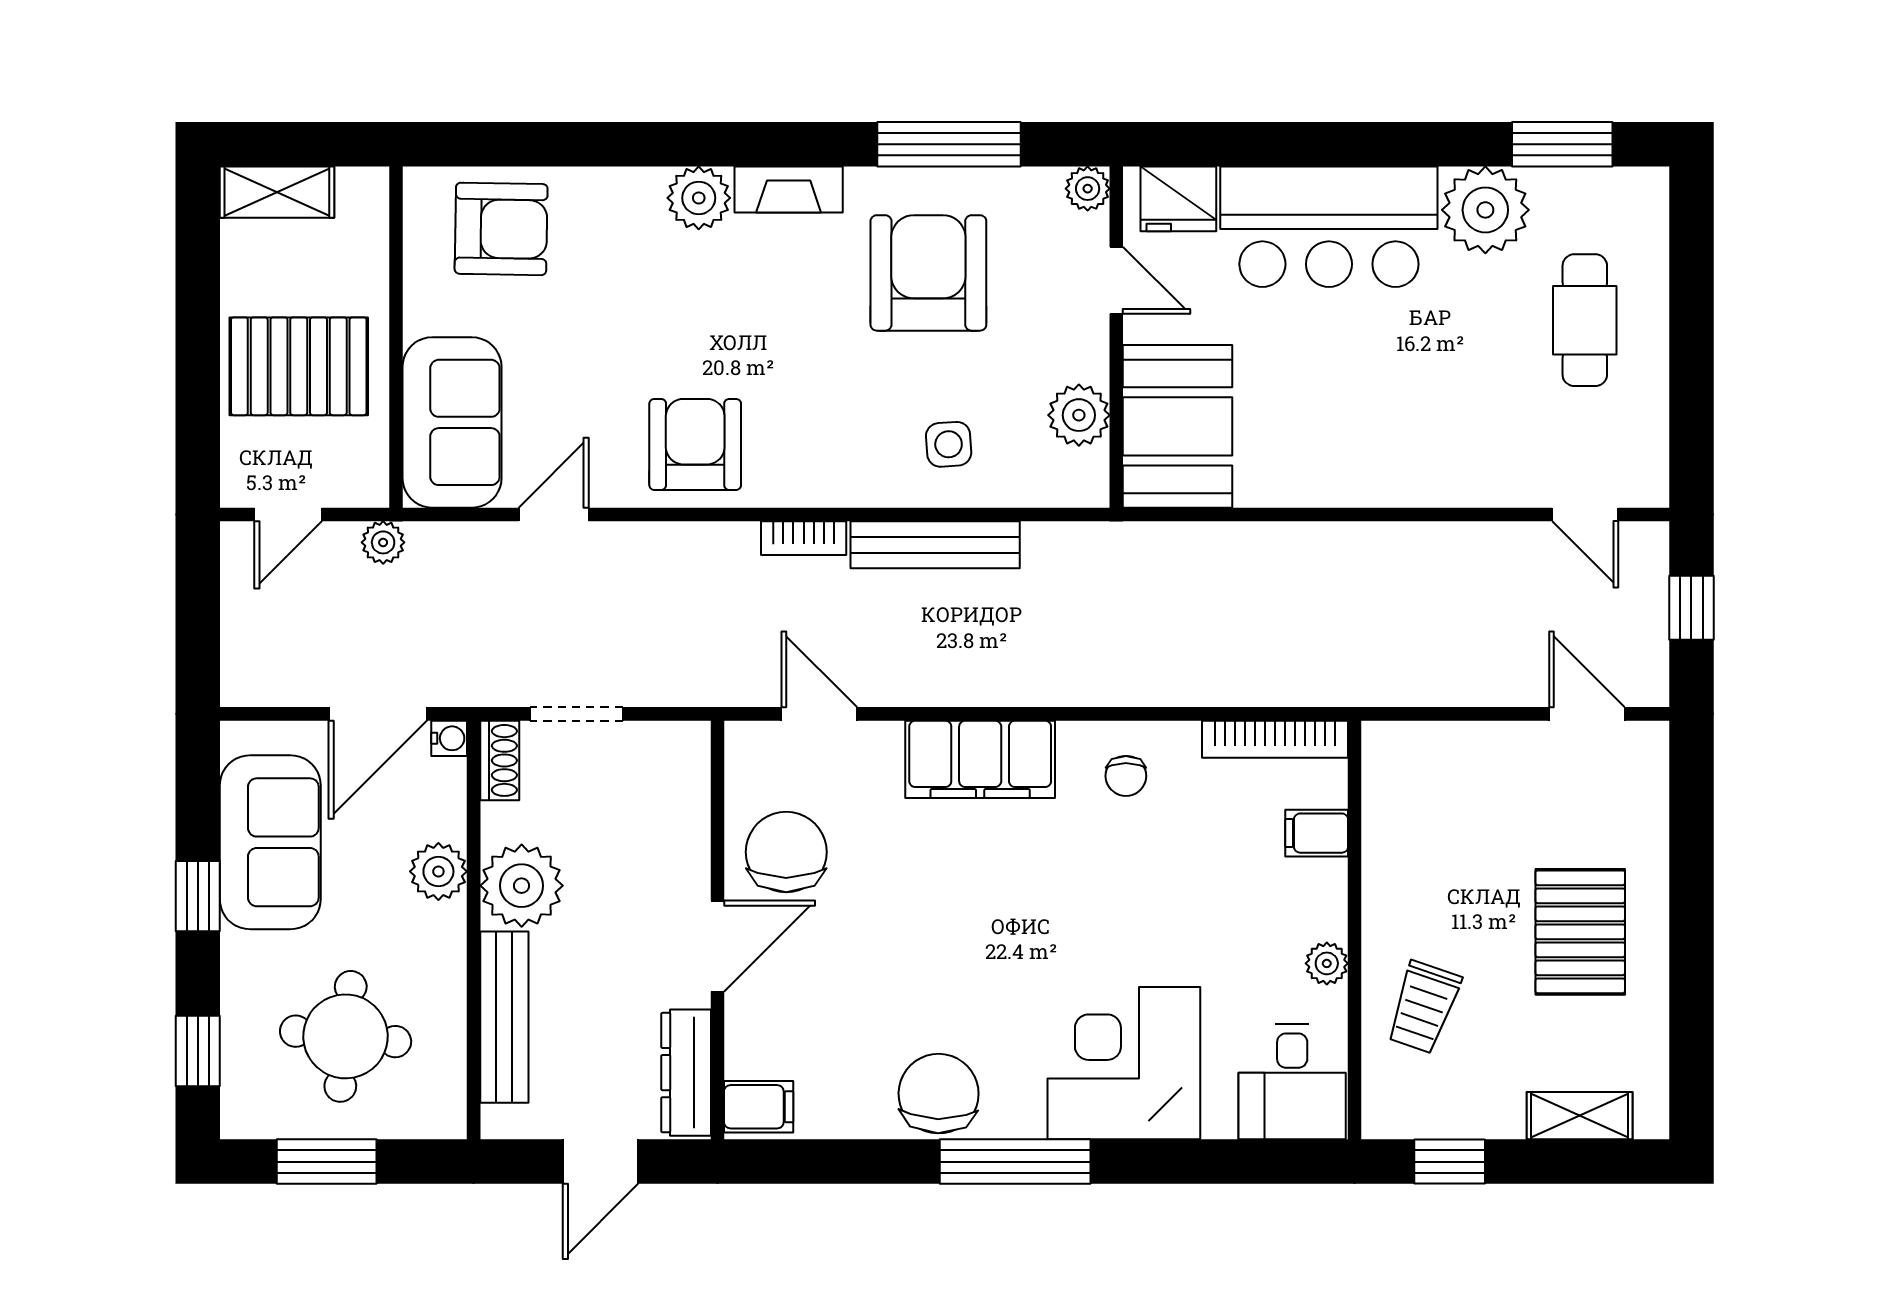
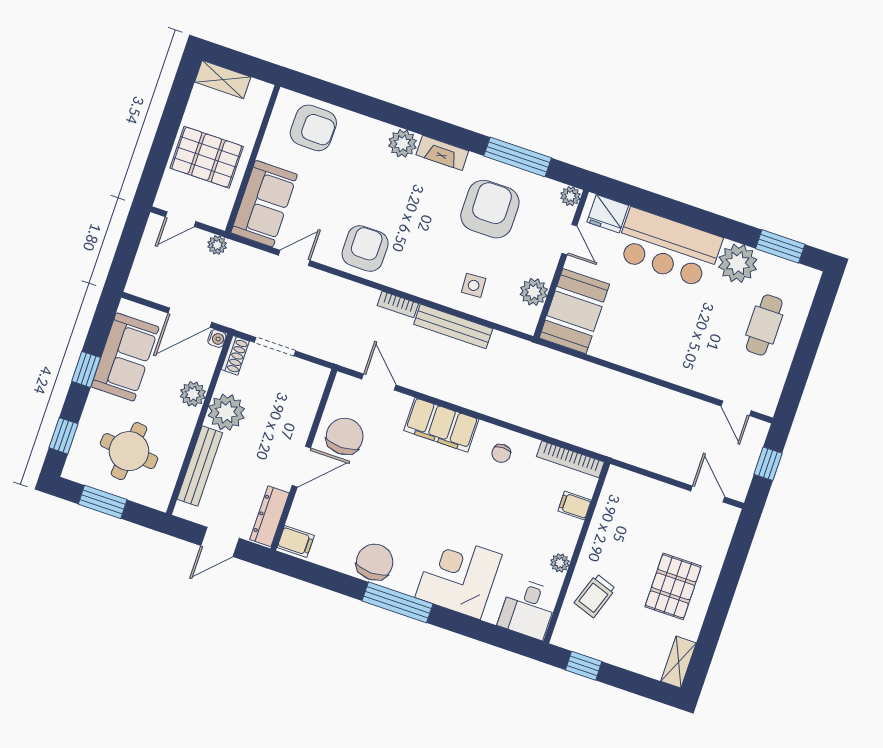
shelving: (1580, 1116) -> (678, 662), moved, turned 90

